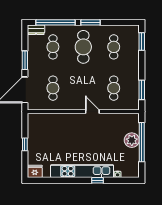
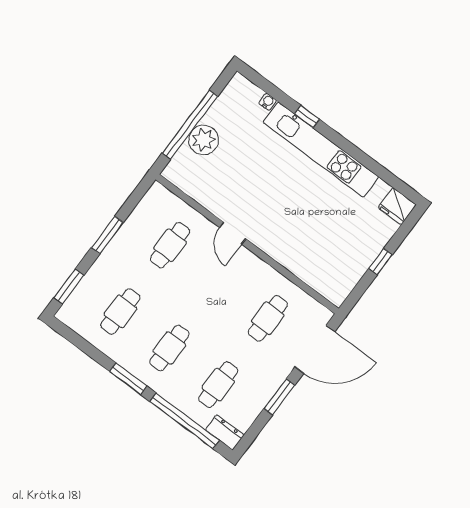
cafe table: (83, 47) -> (169, 348), width x0.73, depth x0.74
window: (142, 90) -> (107, 235), moved

